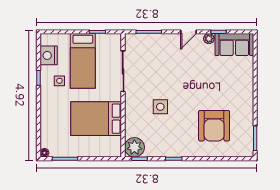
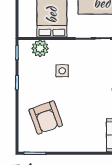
armchair: (214, 126) -> (46, 118), turned -110
plant: (134, 147) -> (40, 48), moved

